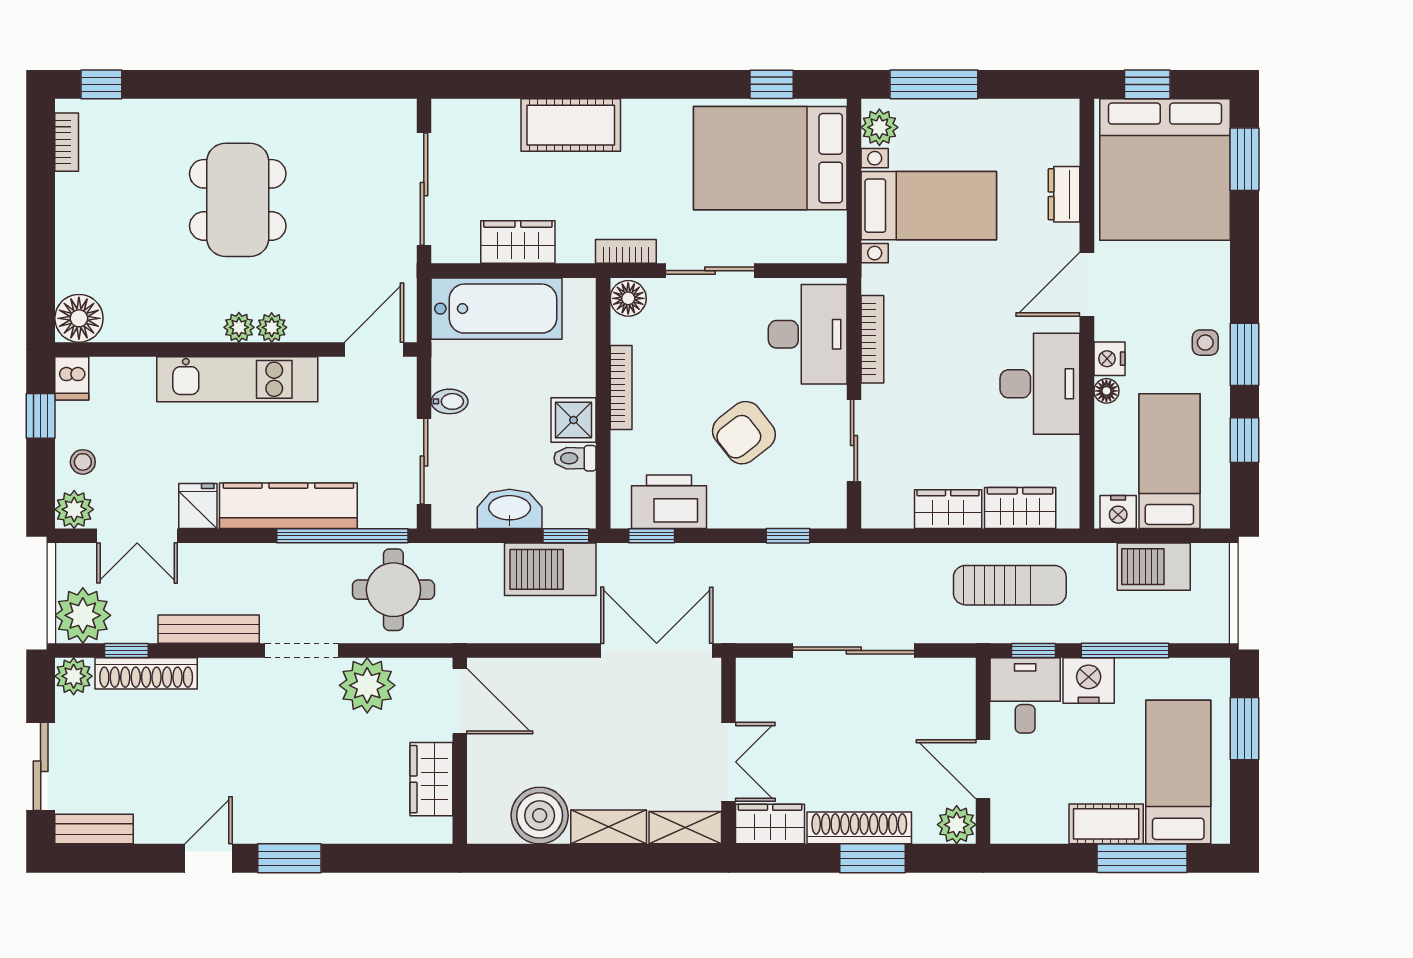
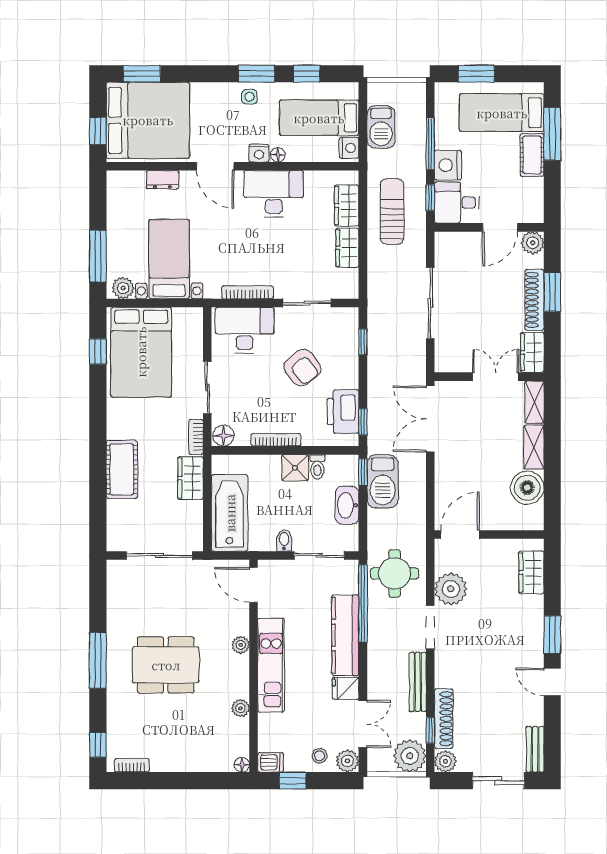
window: (245, 84) -> (98, 660), added
wardrobe: (518, 242) -> (190, 478), moved
floor lamp: (79, 318) -> (242, 765), width x0.53, depth x0.53
plant: (239, 327) -> (241, 708), moved
wardrobe: (431, 779) -> (531, 572), moved, turned 90

